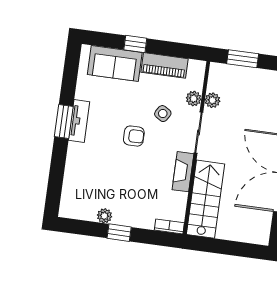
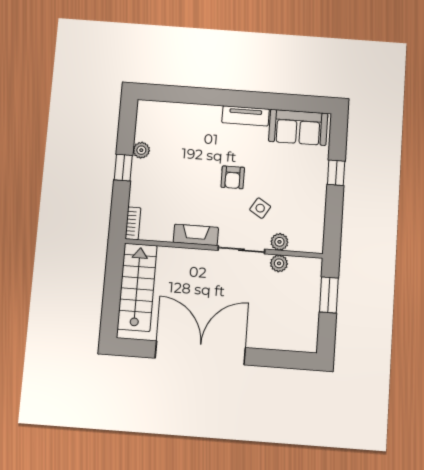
sofa: (115, 63) -> (298, 127), moved, turned -90
piano: (164, 65) -> (315, 207), removed
window: (64, 122) -> (244, 99), removed
stairs: (206, 199) -> (137, 287), moved, turned -90

